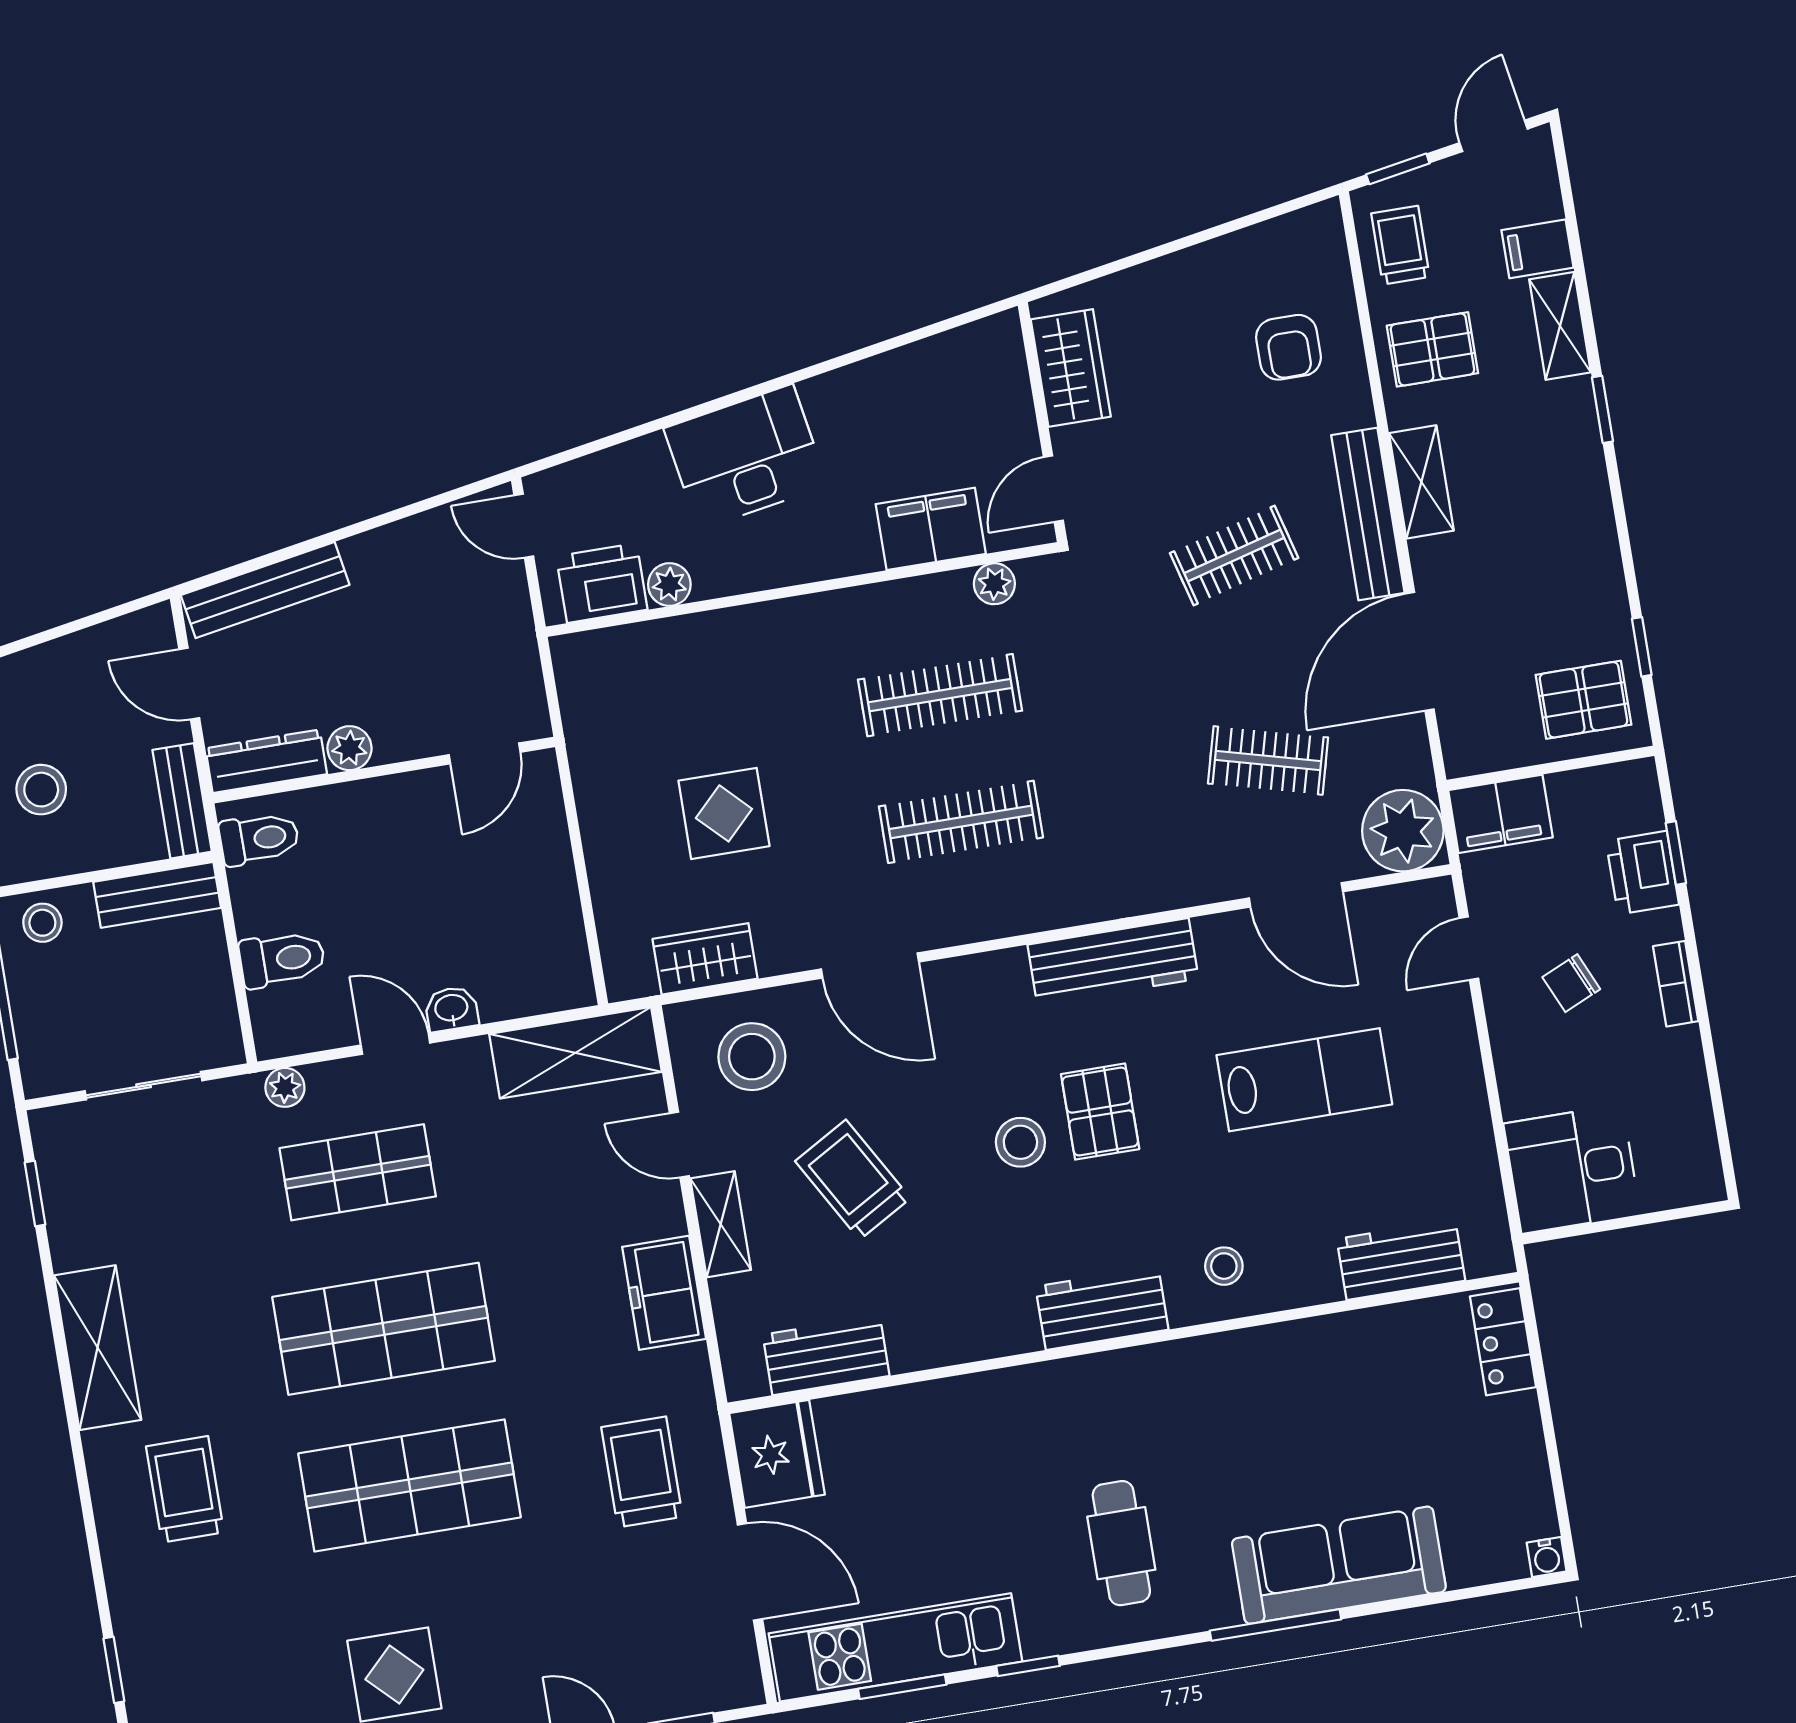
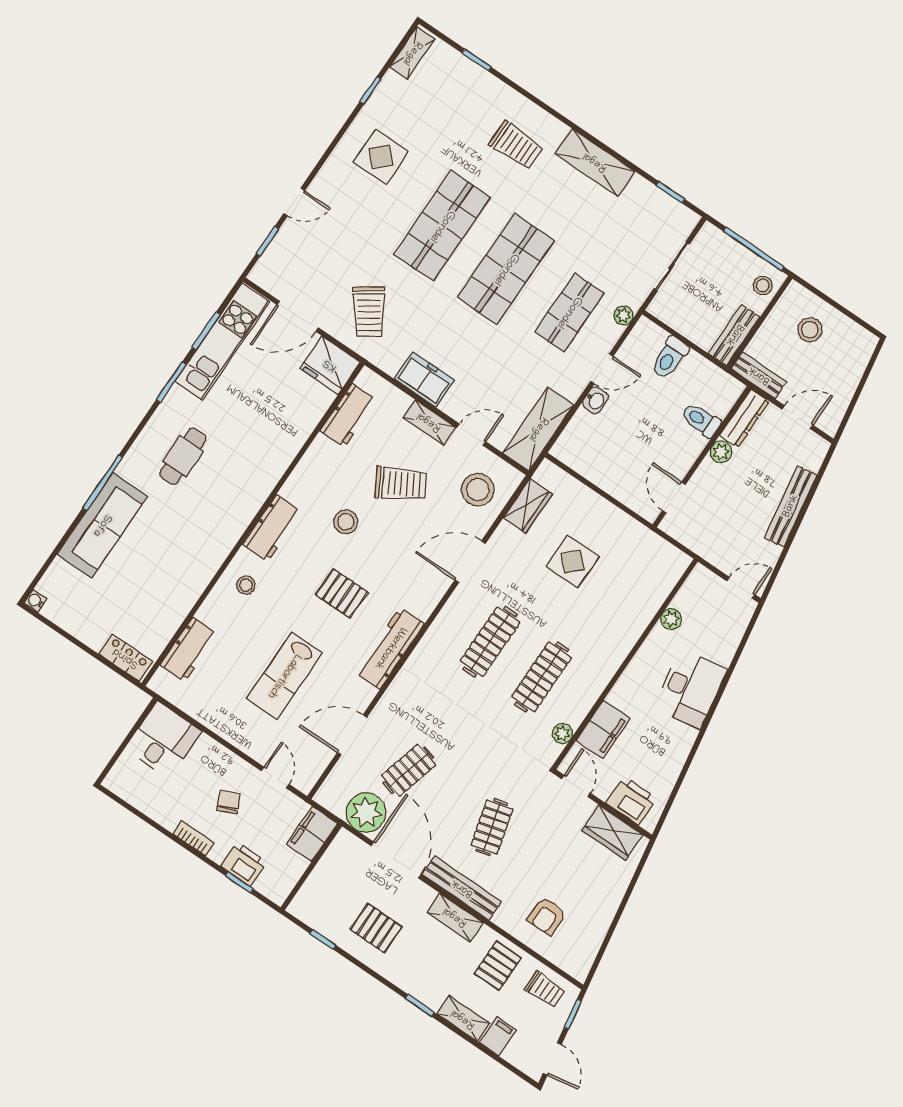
armchair: (1288, 347) -> (547, 916), turned -90
printer: (602, 583) -> (631, 801), moved, turned -90
bench: (265, 590) -> (791, 506), moved
pallet: (1583, 700) -> (376, 928), moved, turned 90
plant: (1403, 831) -> (366, 813), moved
toilet: (259, 839) -> (701, 420), moved, turned 90
stool: (1020, 1142) -> (346, 522), moved
trolley: (642, 1472) -> (369, 312), turned 55
cafe table: (1121, 1543) -> (183, 456), turned 90
window: (1028, 1666) -> (171, 382), width x1.50

